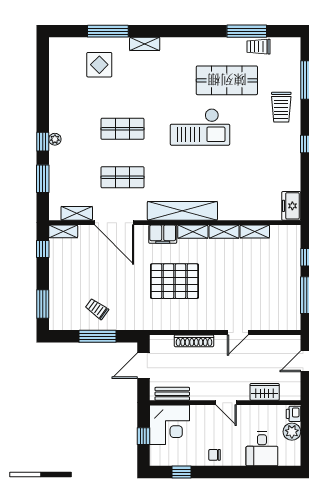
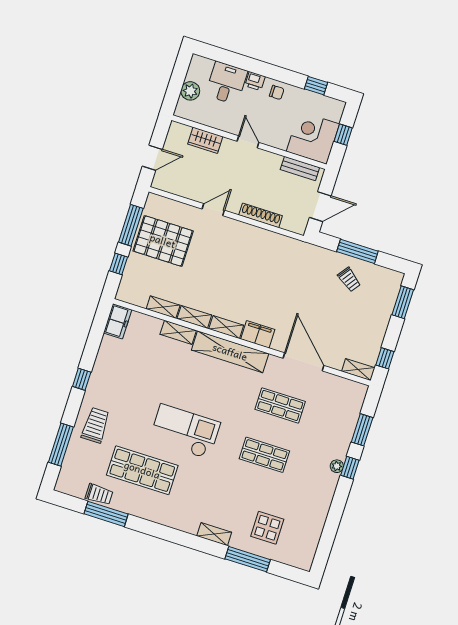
shelving: (77, 213) -> (178, 332), moved
pallet: (174, 281) -> (163, 241), moved
printer: (293, 414) -> (255, 81), moved, turned 90

